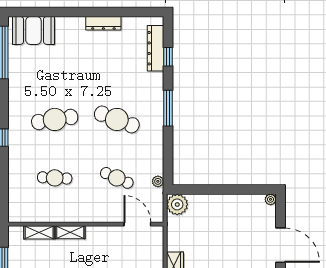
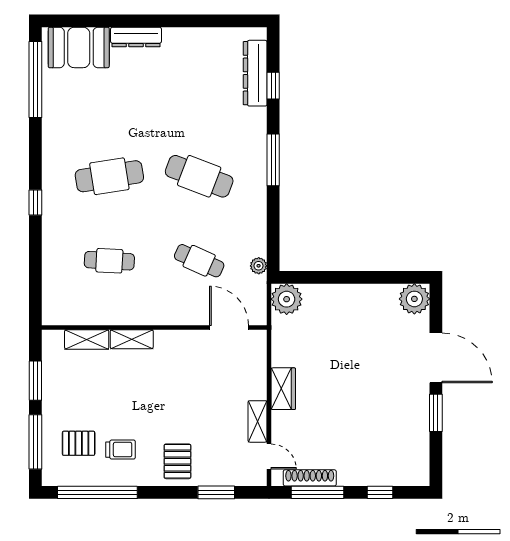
dresser: (103, 23) -> (136, 37), moved
plant: (271, 199) -> (414, 299), width x1.87, depth x1.87

